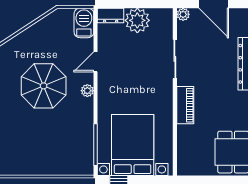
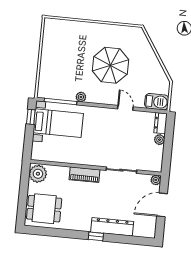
plant: (137, 20) -> (160, 140), width x0.53, depth x0.53
plant: (87, 91) -> (81, 97), moved
bed with nightstands: (133, 145) -> (58, 123), width x0.73
plant: (190, 164) -> (38, 174), added

